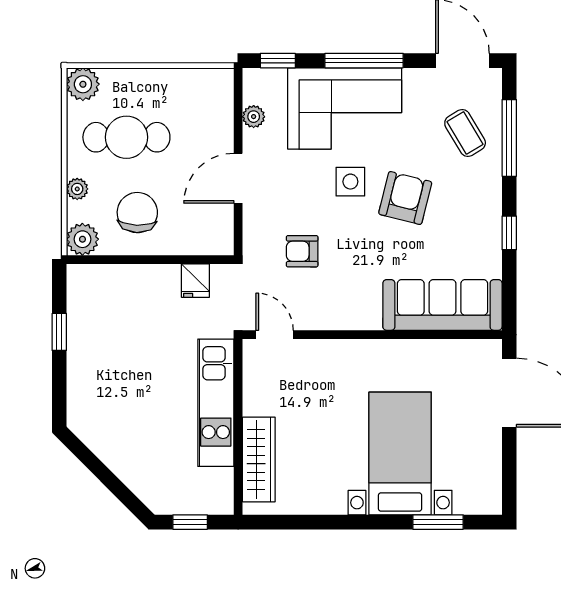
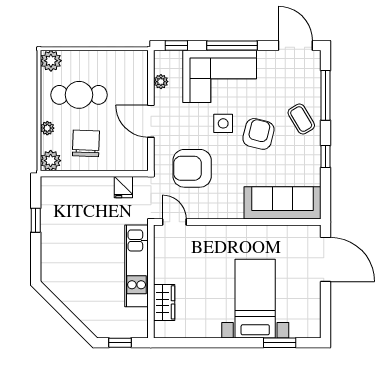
coffee table: (465, 133) -> (301, 119), moved
door: (238, 178) -> (151, 121), hinge flipped
armchair: (302, 251) -> (192, 168), width x1.88, depth x1.88
wardrobe: (259, 460) -> (164, 302), width x0.67

